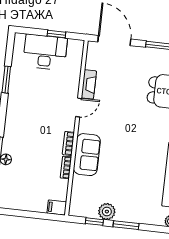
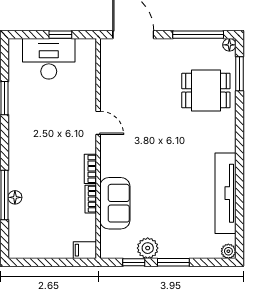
fireplace: (89, 84) -> (108, 93), removed
door: (79, 108) -> (98, 123), hinge flipped
sofa: (87, 155) -> (115, 203), moved

